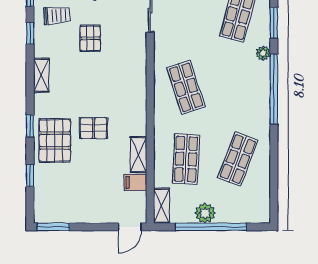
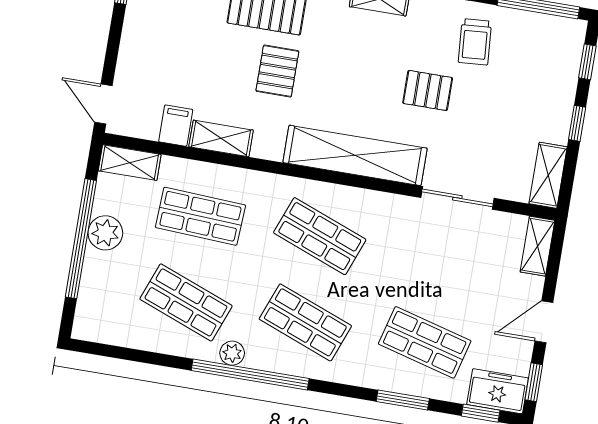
plant: (263, 53) -> (232, 353), moved
shelving: (135, 74) -> (355, 155), added
shop shelf: (186, 87) -> (320, 236), turned 39
shop shelf: (238, 87) -> (305, 322), added
window: (274, 89) -> (250, 374), moved

